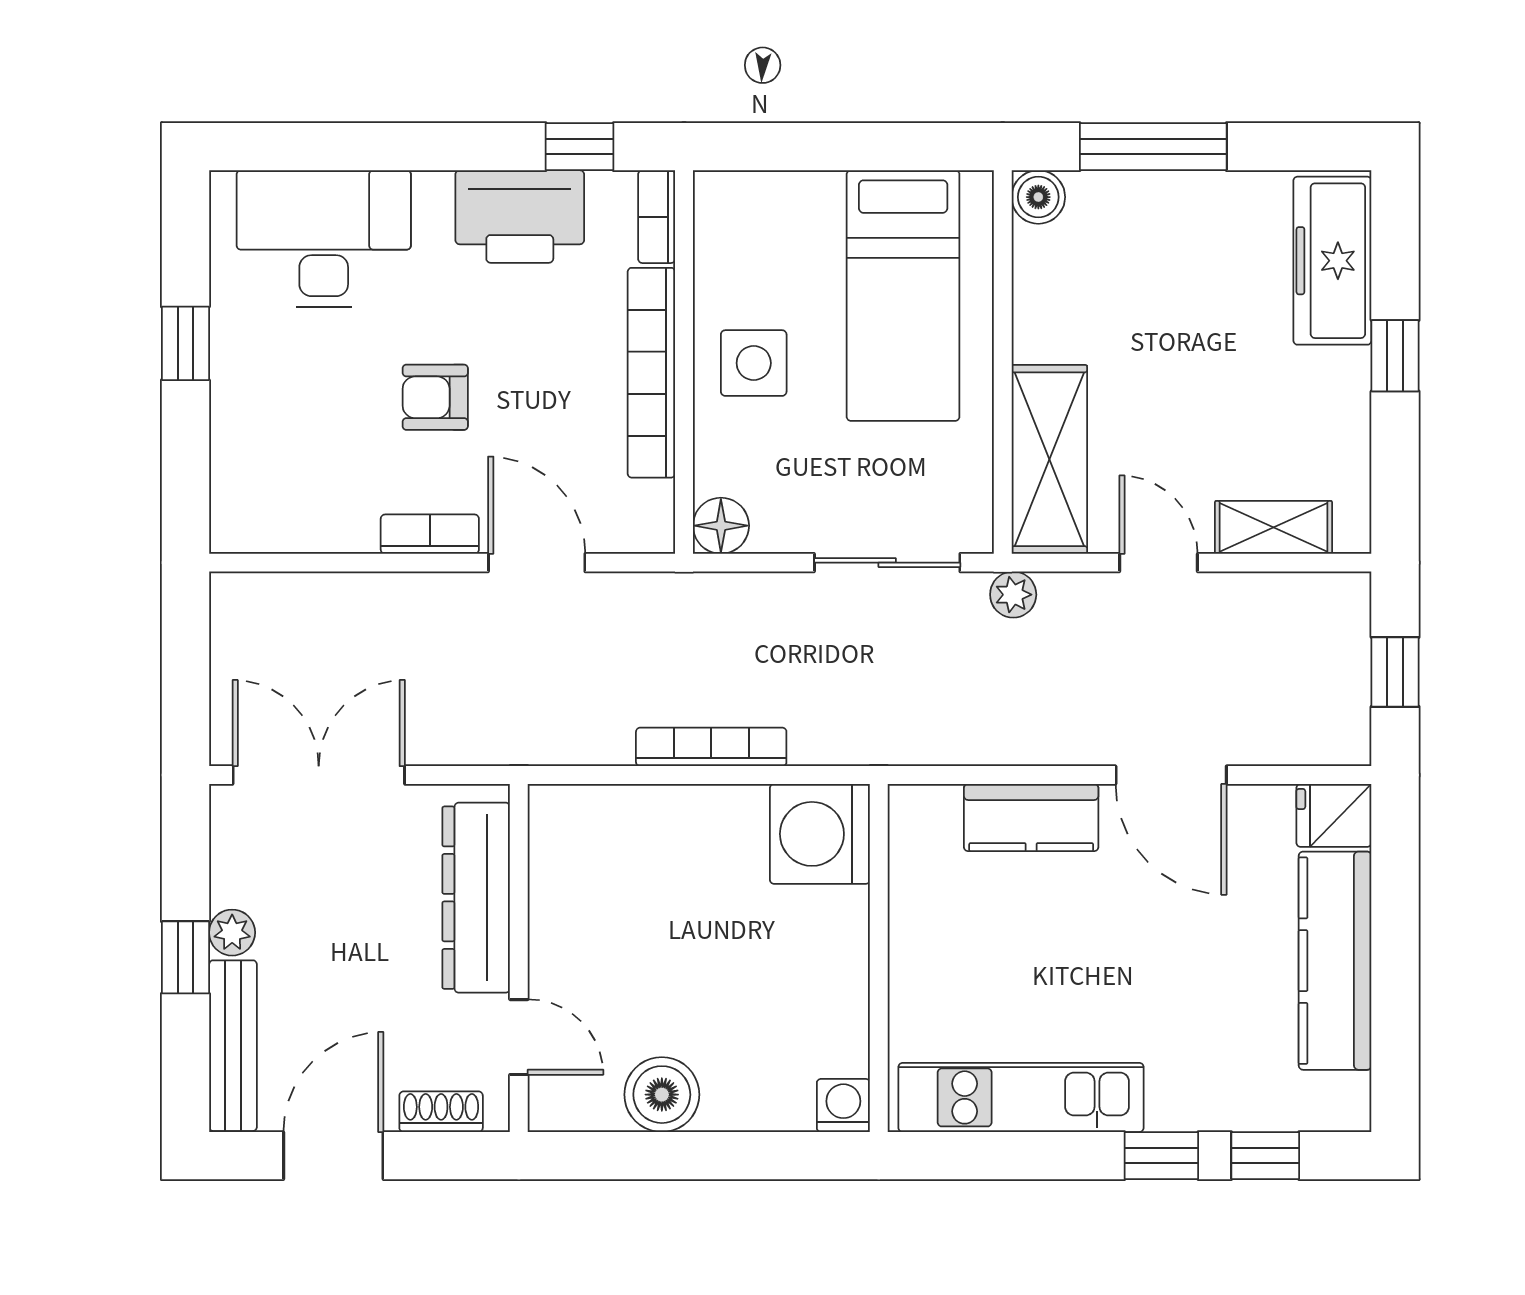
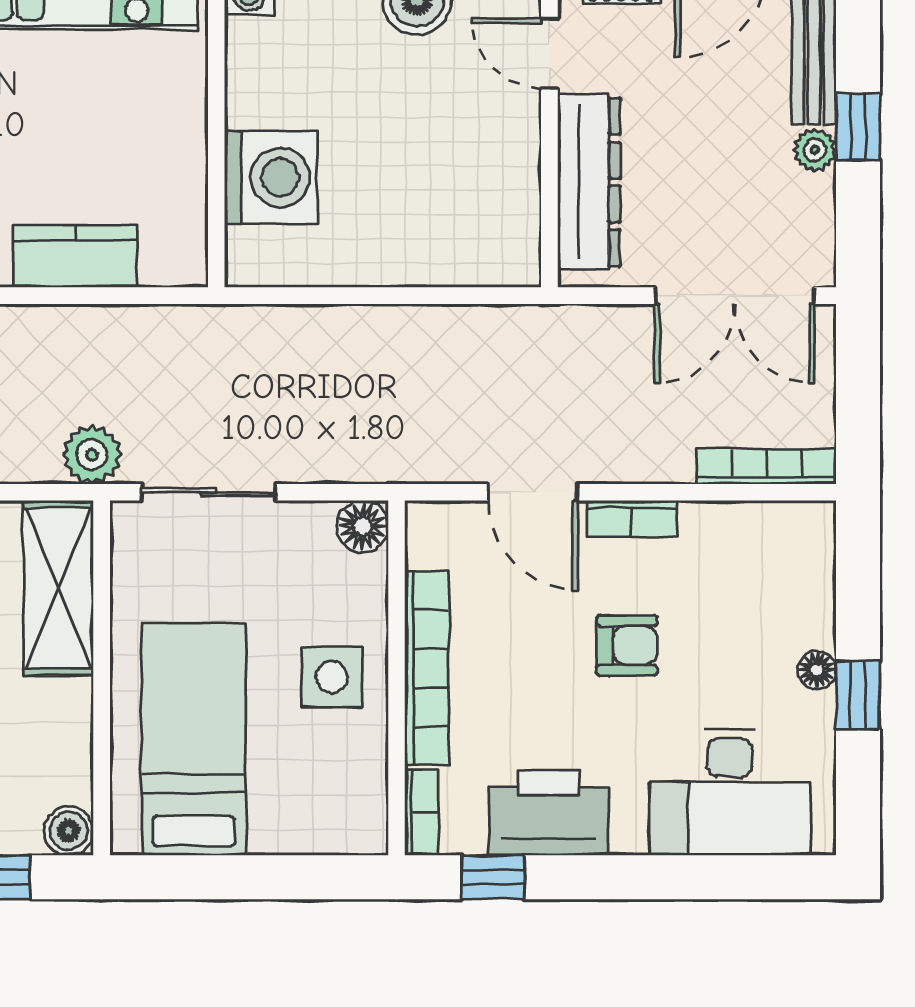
floor lamp: (230, 371) -> (817, 670), added
plant: (1013, 595) -> (92, 455), width x1.38, depth x1.38
bookcase: (711, 747) -> (766, 466), moved, turned 180
washing machine: (820, 834) -> (271, 177), moved

